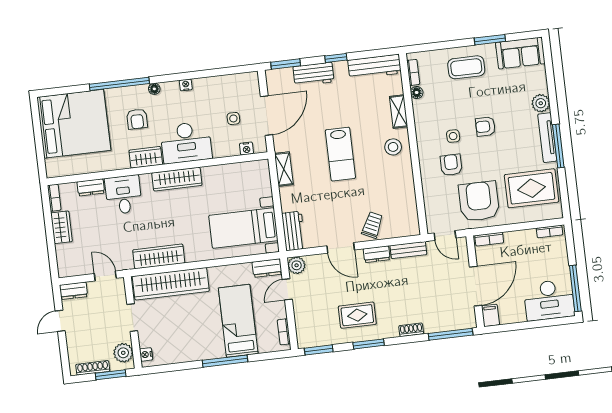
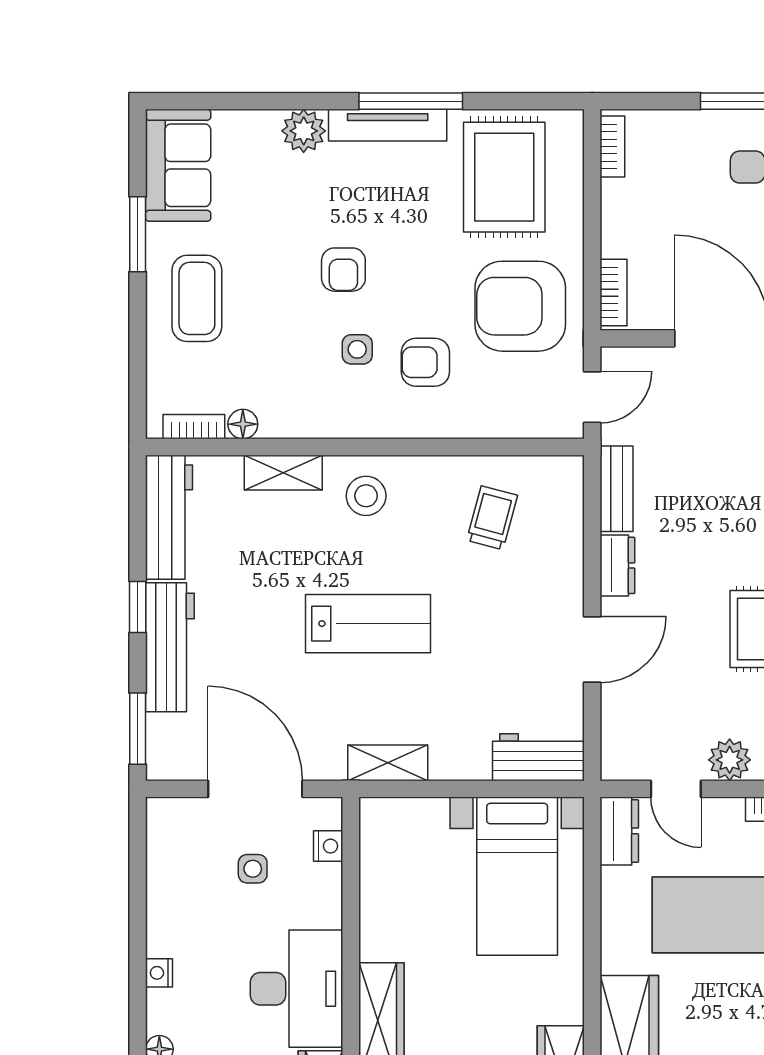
workbench: (314, 74) -> (170, 647), width x1.37
trolley: (372, 225) -> (492, 518), moved, turned 80
plant: (297, 265) -> (730, 760), moved

